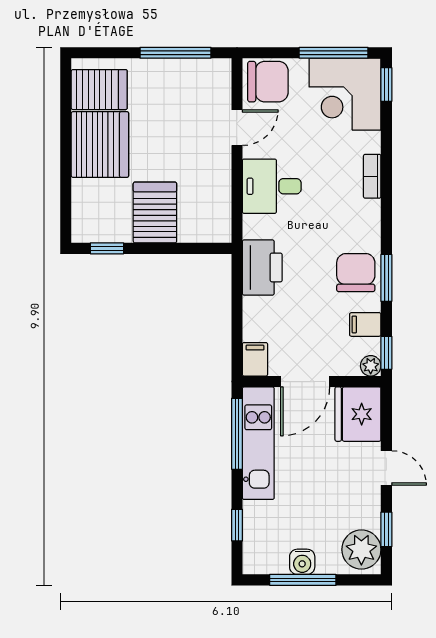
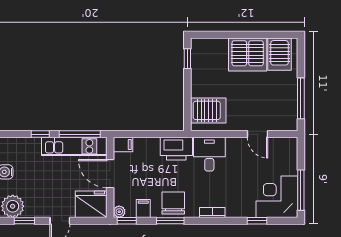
chair: (268, 82) -> (284, 152), removed
window: (386, 84) -> (257, 221), moved
bookcase: (372, 176) -> (212, 213), moved
desk: (272, 186) -> (209, 154), moved
server rack: (155, 213) -> (208, 110), moved
chair: (356, 273) -> (173, 203), turned -90
window: (237, 525) -> (40, 134), moved

